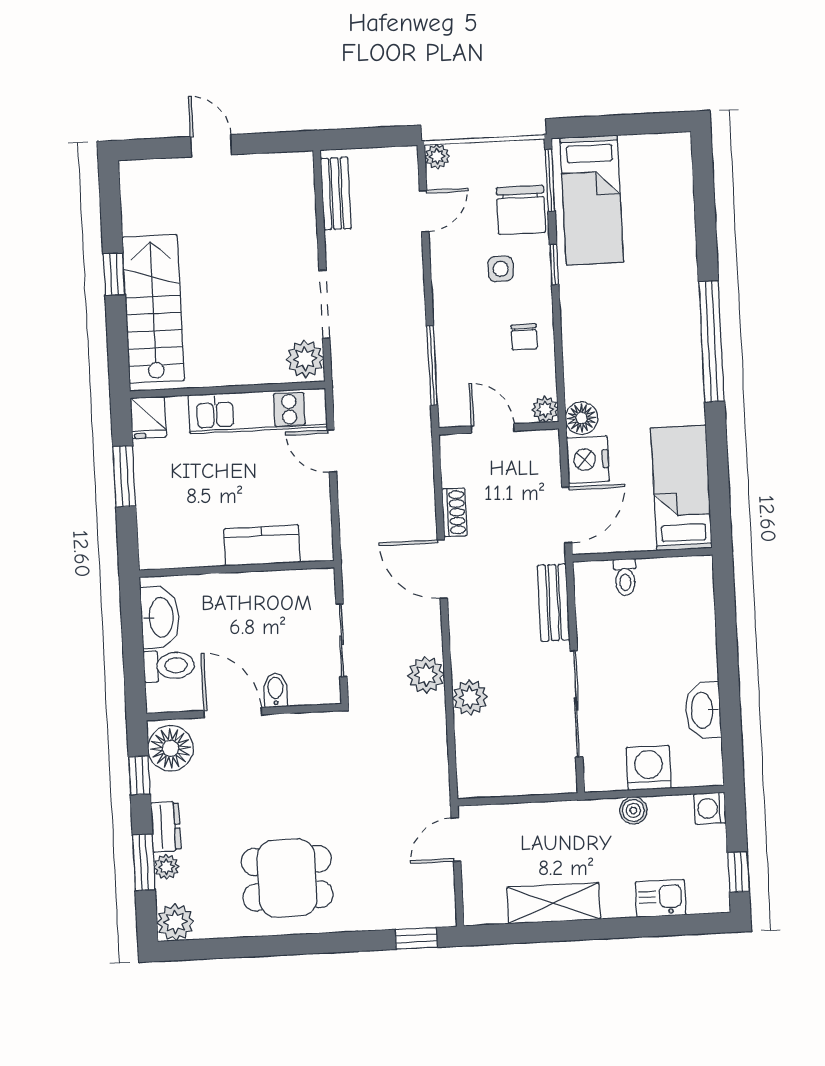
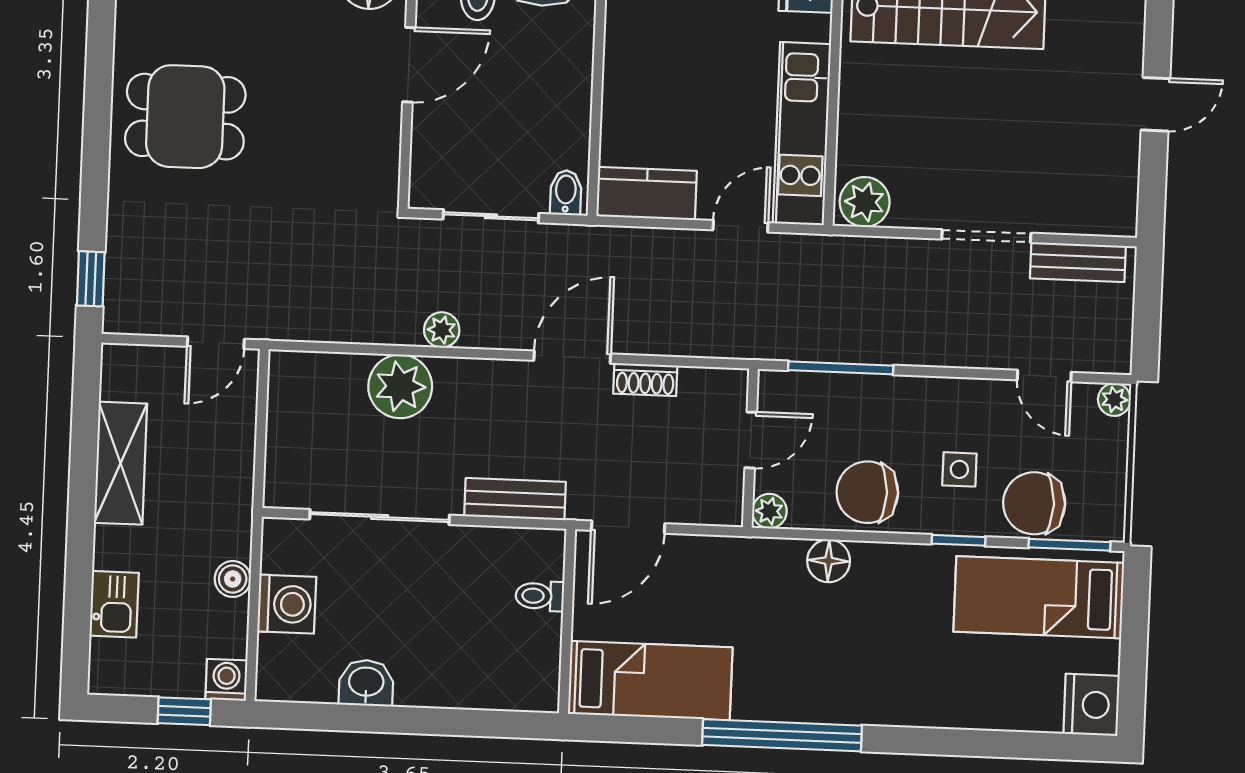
doorway: (324, 304) -> (986, 236), moved
chair: (524, 337) -> (867, 492), width x1.87, depth x1.87
window: (712, 341) -> (782, 735), moved
floor lamp: (582, 418) -> (829, 561), moved
nightstand: (588, 459) -> (1091, 705), moved, turned 90
door: (567, 515) -> (628, 527), hinge flipped
kitchen counter: (262, 546) -> (647, 194), moved, turned -90
plant: (426, 675) -> (442, 330), width x0.73, depth x0.73
bidet: (275, 690) -> (566, 193), moved, turned -90
plant: (470, 697) -> (400, 386), width x1.36, depth x1.36
washbasin: (703, 710) -> (366, 683), width x0.72
door: (456, 839) -> (216, 343), swing flipped
window: (738, 872) -> (184, 711), moved
dining table: (287, 878) -> (185, 117), turned 90

